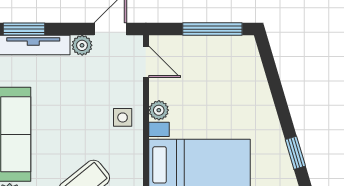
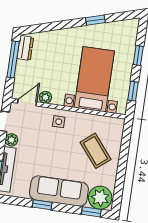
dresser: (234, 46) -> (25, 48), added
plant: (159, 110) -> (45, 97), moved

